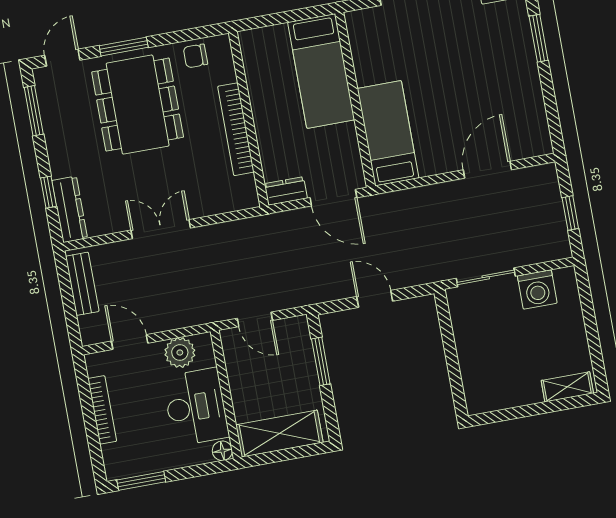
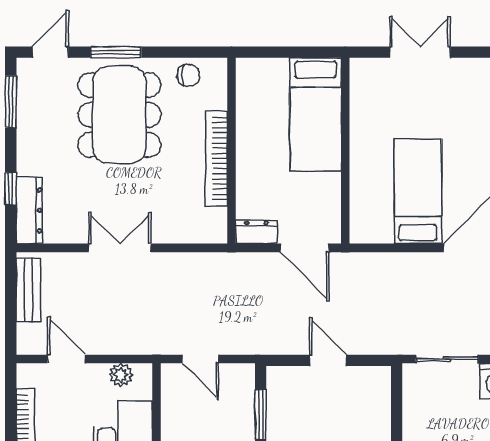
chair: (195, 56) -> (188, 75), turned 180
bed: (388, 133) -> (418, 191), moved
plant: (180, 353) -> (121, 375), width x0.73, depth x0.73

